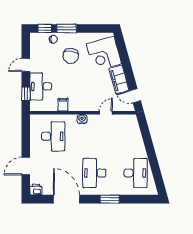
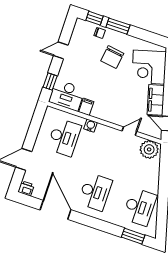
desk: (41, 86) -> (67, 95), moved, turned -90
water cooler: (82, 119) -> (90, 126), moved
plant: (127, 122) -> (149, 149), added
desk: (94, 173) -> (95, 192), turned 180
window: (110, 199) -> (133, 236), moved

